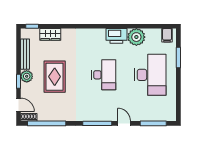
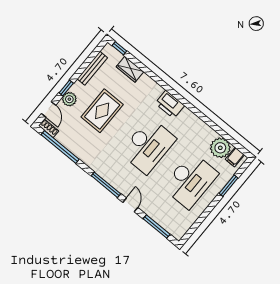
printer: (116, 36) -> (170, 104), moved
plant: (136, 37) -> (220, 148), moved
desk: (104, 75) -> (148, 146), width x1.36, depth x1.30
plant: (27, 76) -> (69, 99), moved

